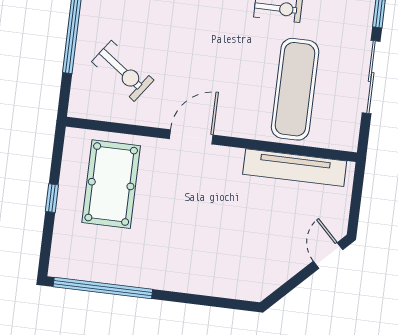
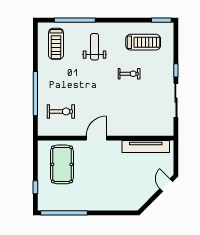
exercise bike: (123, 71) -> (61, 111), turned -36
exercise mat: (295, 89) -> (142, 110), removed
window: (52, 198) -> (35, 187), moved

